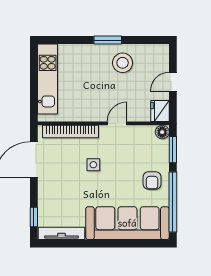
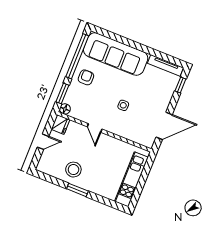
door: (117, 123) -> (95, 128), hinge flipped
bookcase: (70, 132) -> (130, 135), removed

